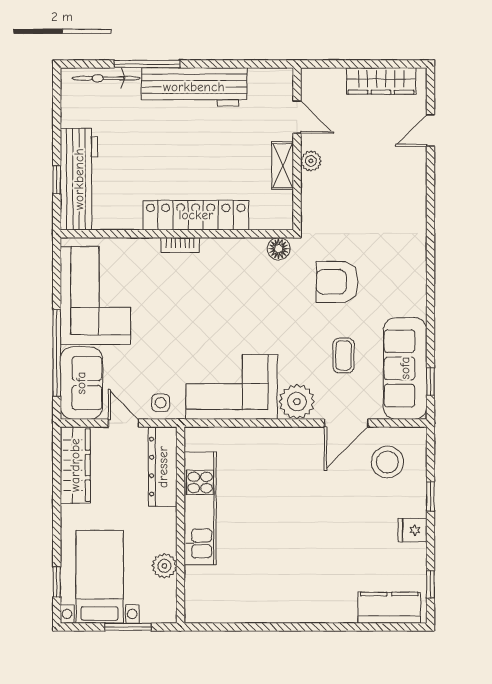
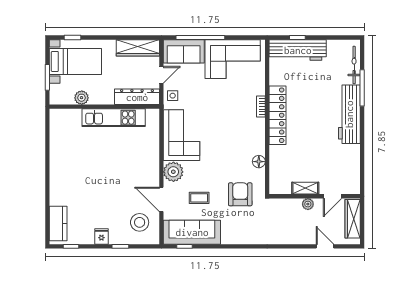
door: (297, 117) -> (332, 196), moved
wall: (297, 149) -> (315, 196), moved
plant: (311, 161) -> (308, 204), moved
shelving: (283, 166) -> (305, 188), moved

